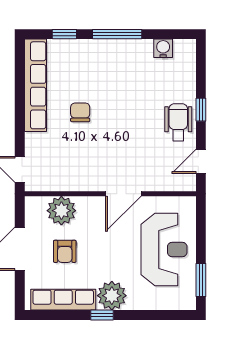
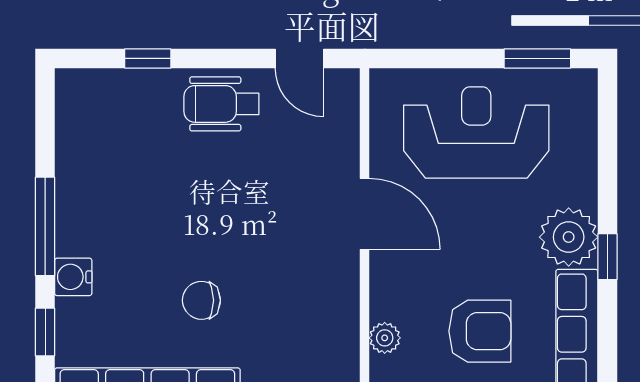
water cooler: (163, 48) -> (73, 277), moved
window: (201, 110) -> (148, 58), moved
plant: (61, 211) -> (385, 338), width x0.53, depth x0.53
armchair: (65, 251) -> (480, 331), width x1.38, depth x1.38

